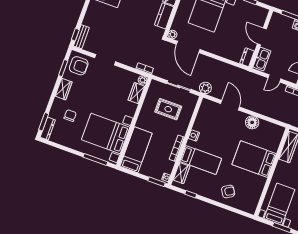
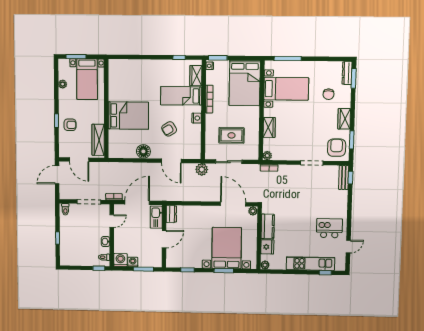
door: (262, 36) -> (164, 239), hinge flipped
armchair: (79, 66) -> (337, 148), turned 90
door: (274, 78) -> (137, 203), width x1.88
wardrobe: (136, 93) -> (269, 127), moved
bed with nightstands: (106, 133) -> (286, 89), width x0.73
bed: (136, 150) -> (245, 83), width x1.50
armchair: (228, 191) -> (169, 129), moved

